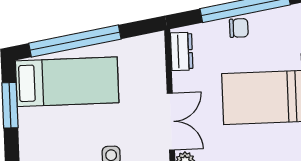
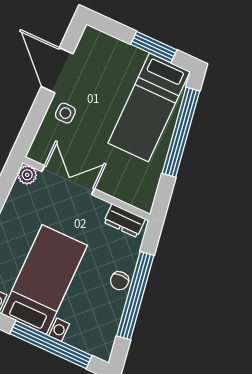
double door: (171, 122) -> (68, 180), swing flipped

